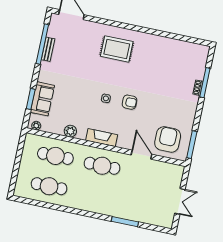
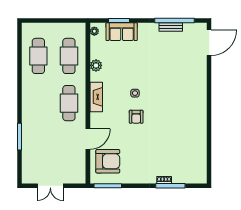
rug: (117, 49) -> (185, 93), removed

